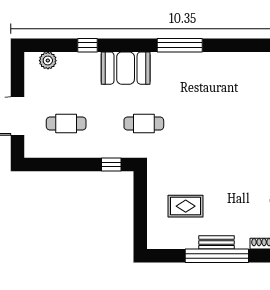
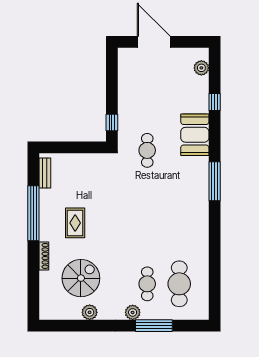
cafe table: (66, 124) -> (147, 84), removed
rug: (186, 206) -> (75, 223), moved
bench: (217, 242) -> (45, 173), moved

